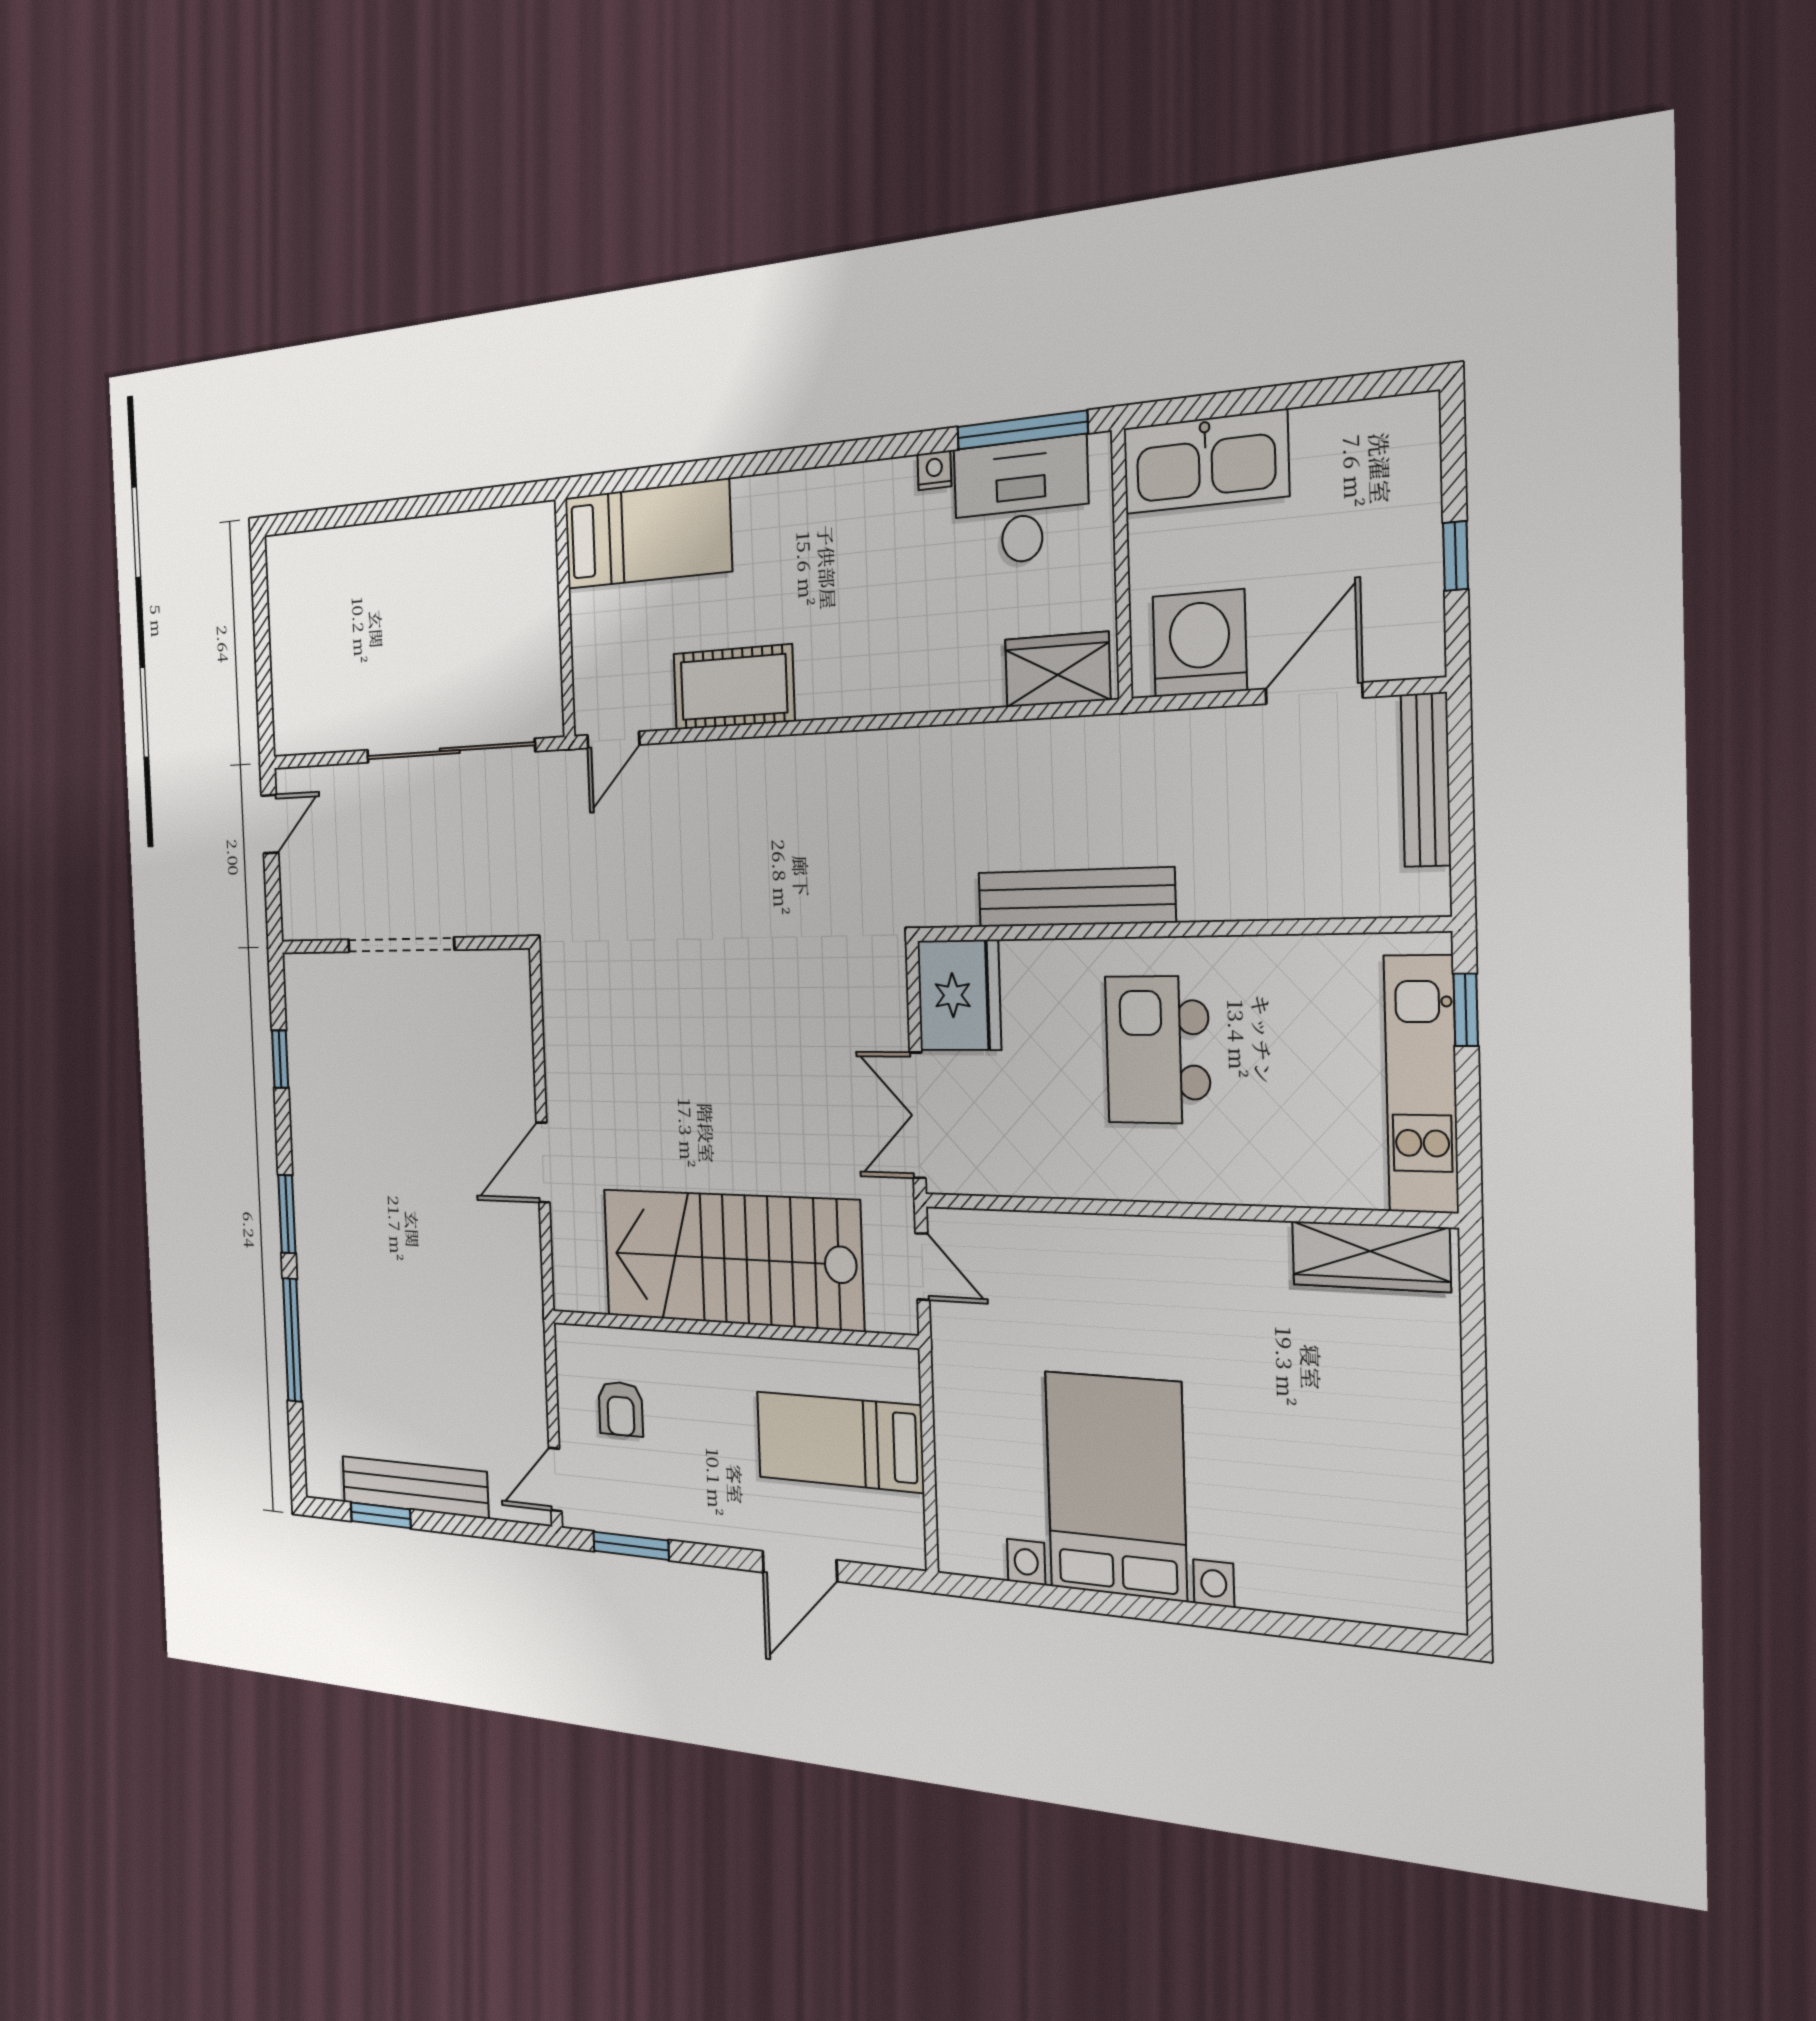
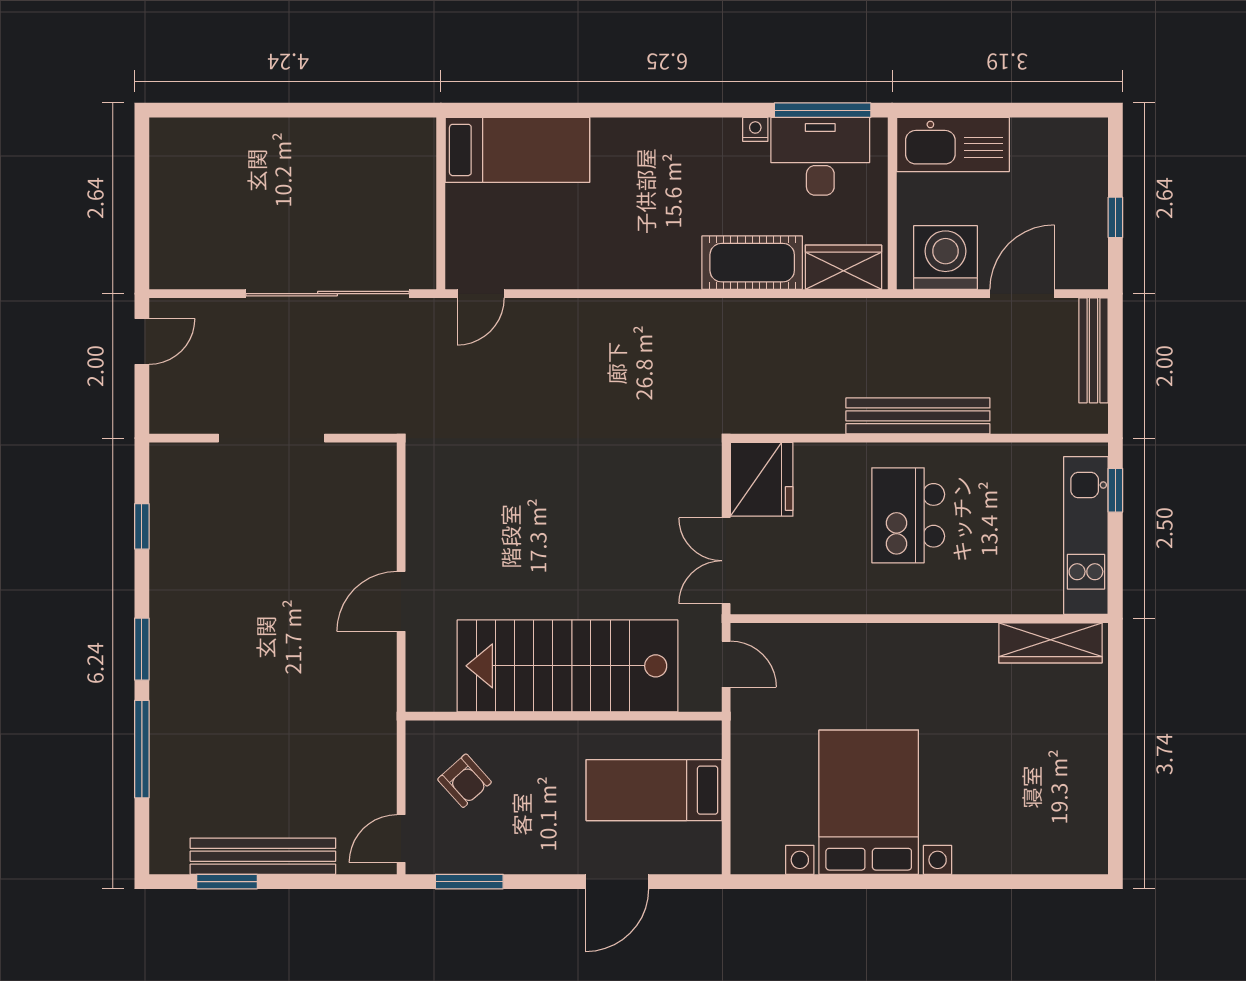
cot: (734, 687) -> (752, 263), moved
bench: (1076, 897) -> (918, 416), moved
armchair: (621, 1409) -> (465, 781), turned -42

